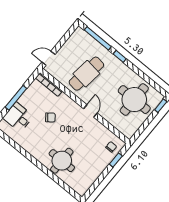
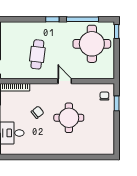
window: (98, 38) -> (82, 19), moved
cafe table: (86, 74) -> (37, 54), width x0.73, depth x0.74
round table: (62, 161) -> (69, 118), moved

